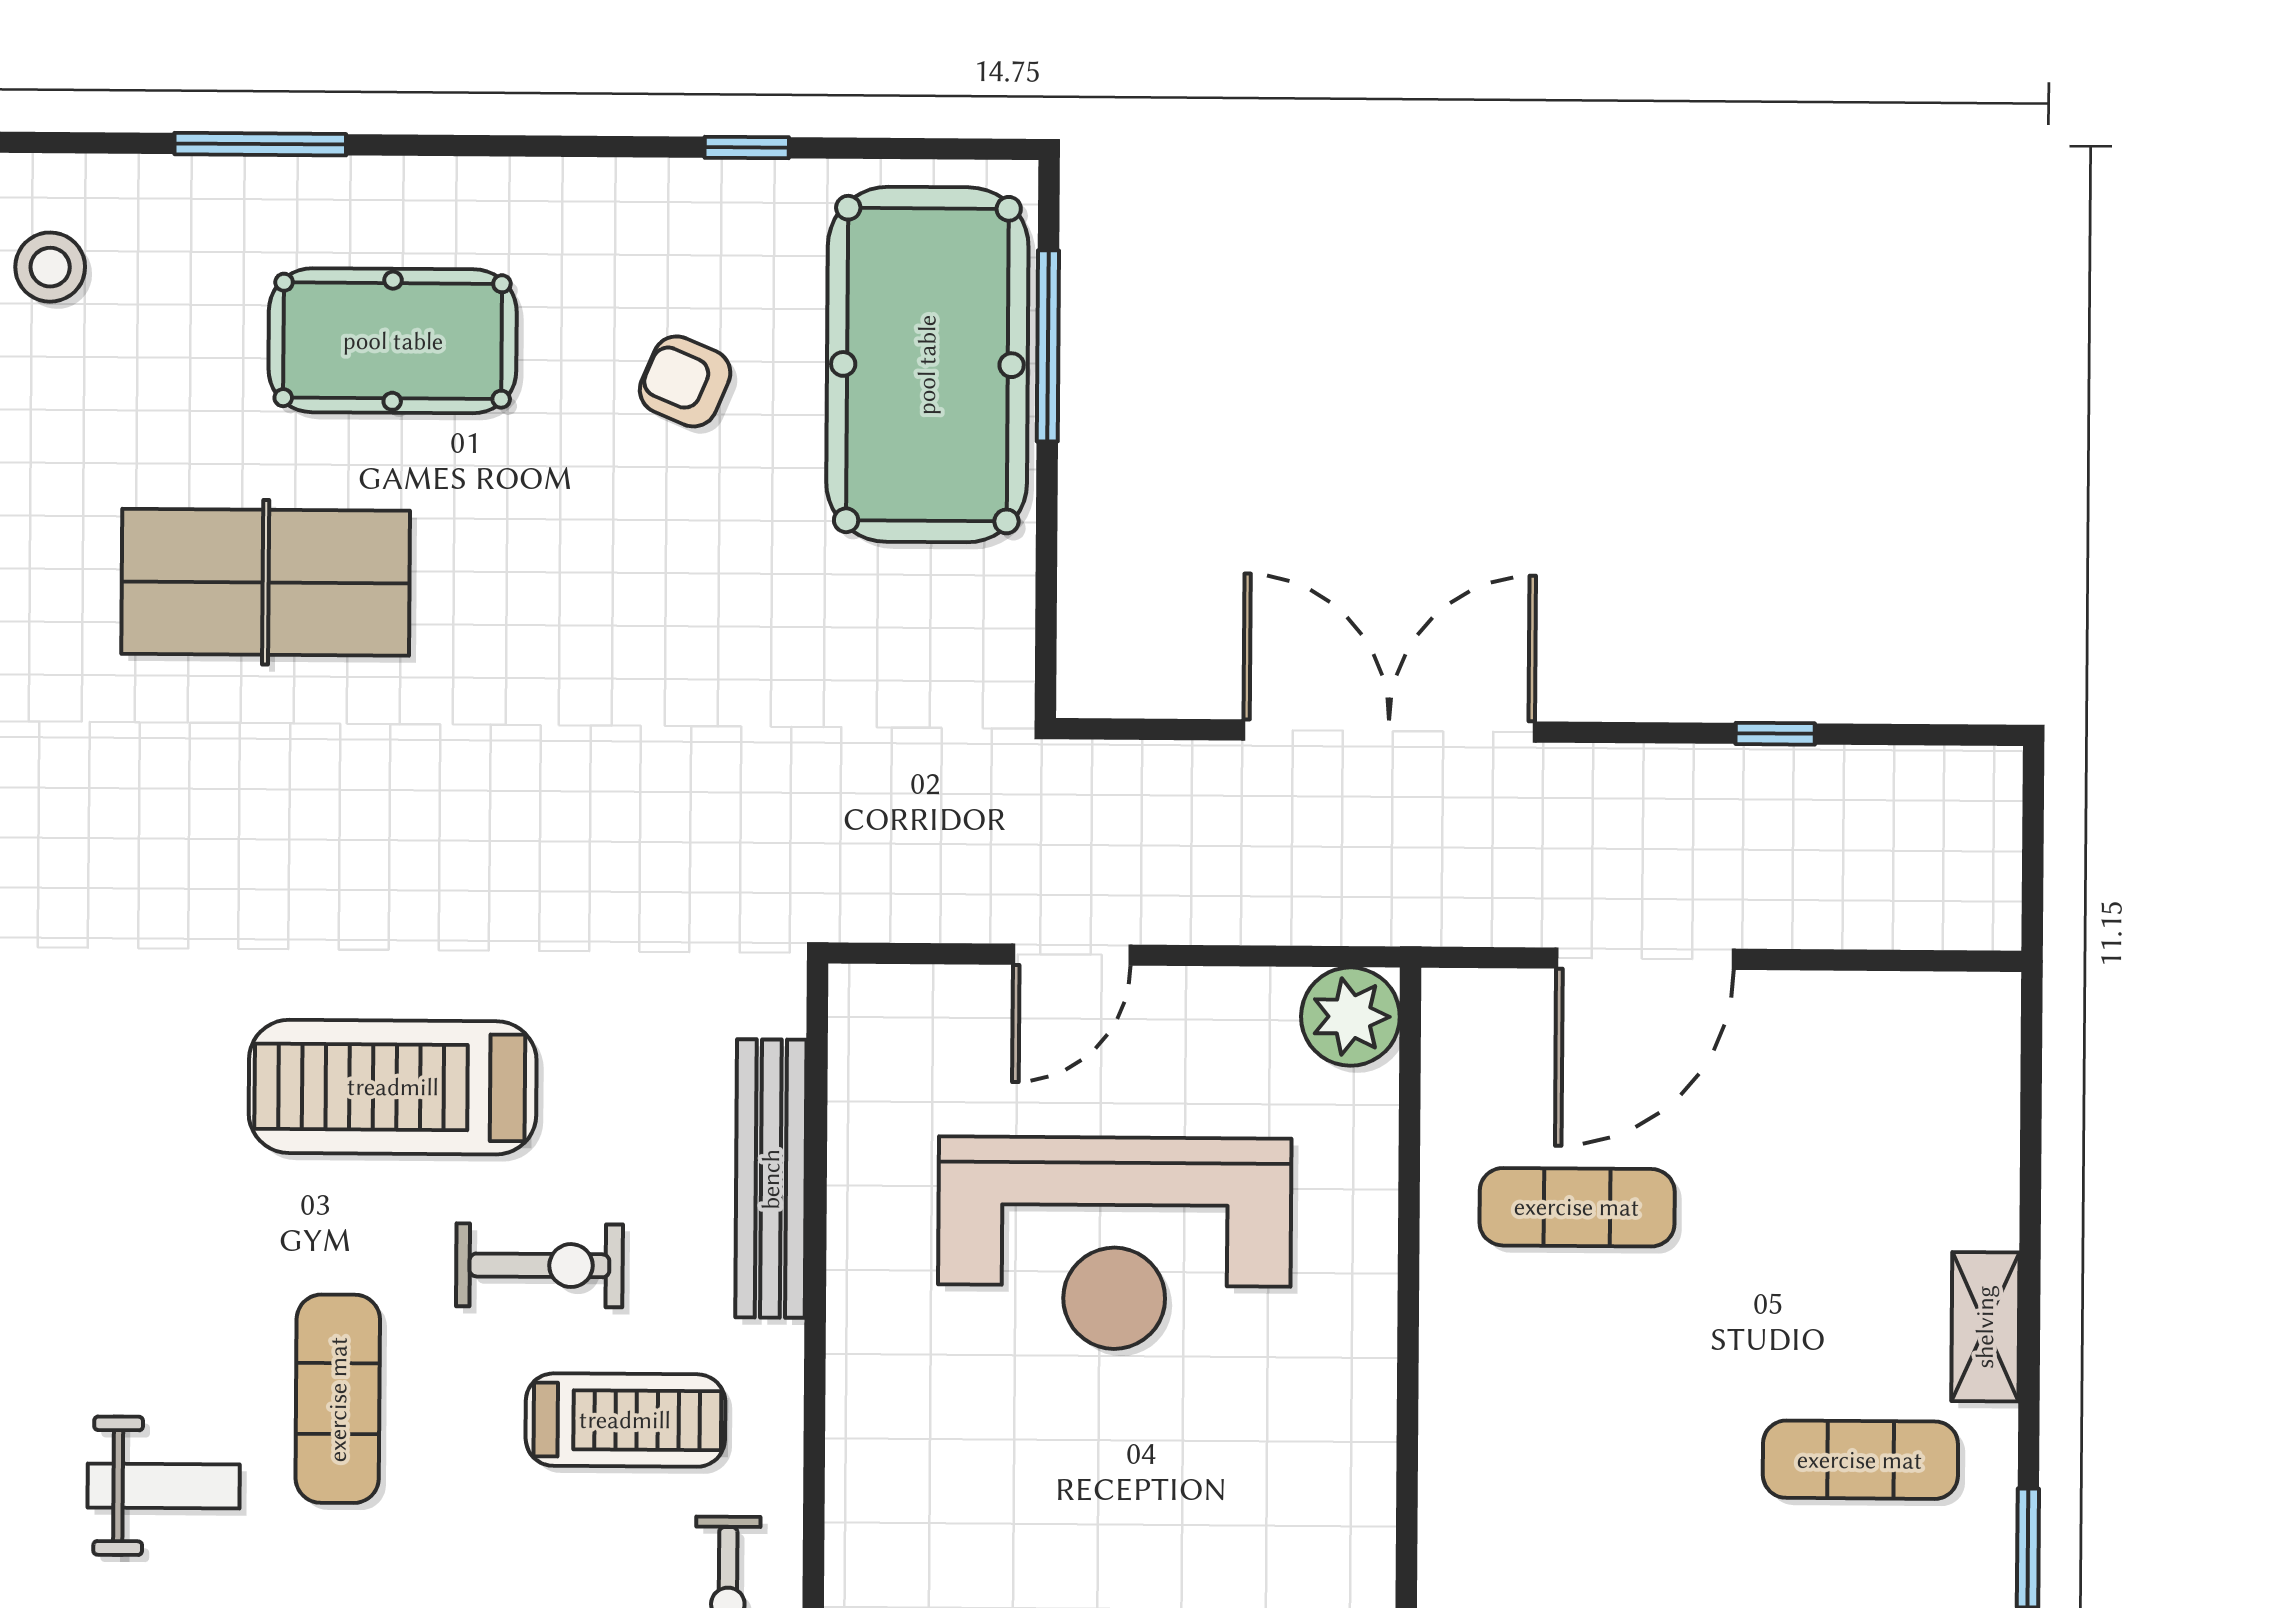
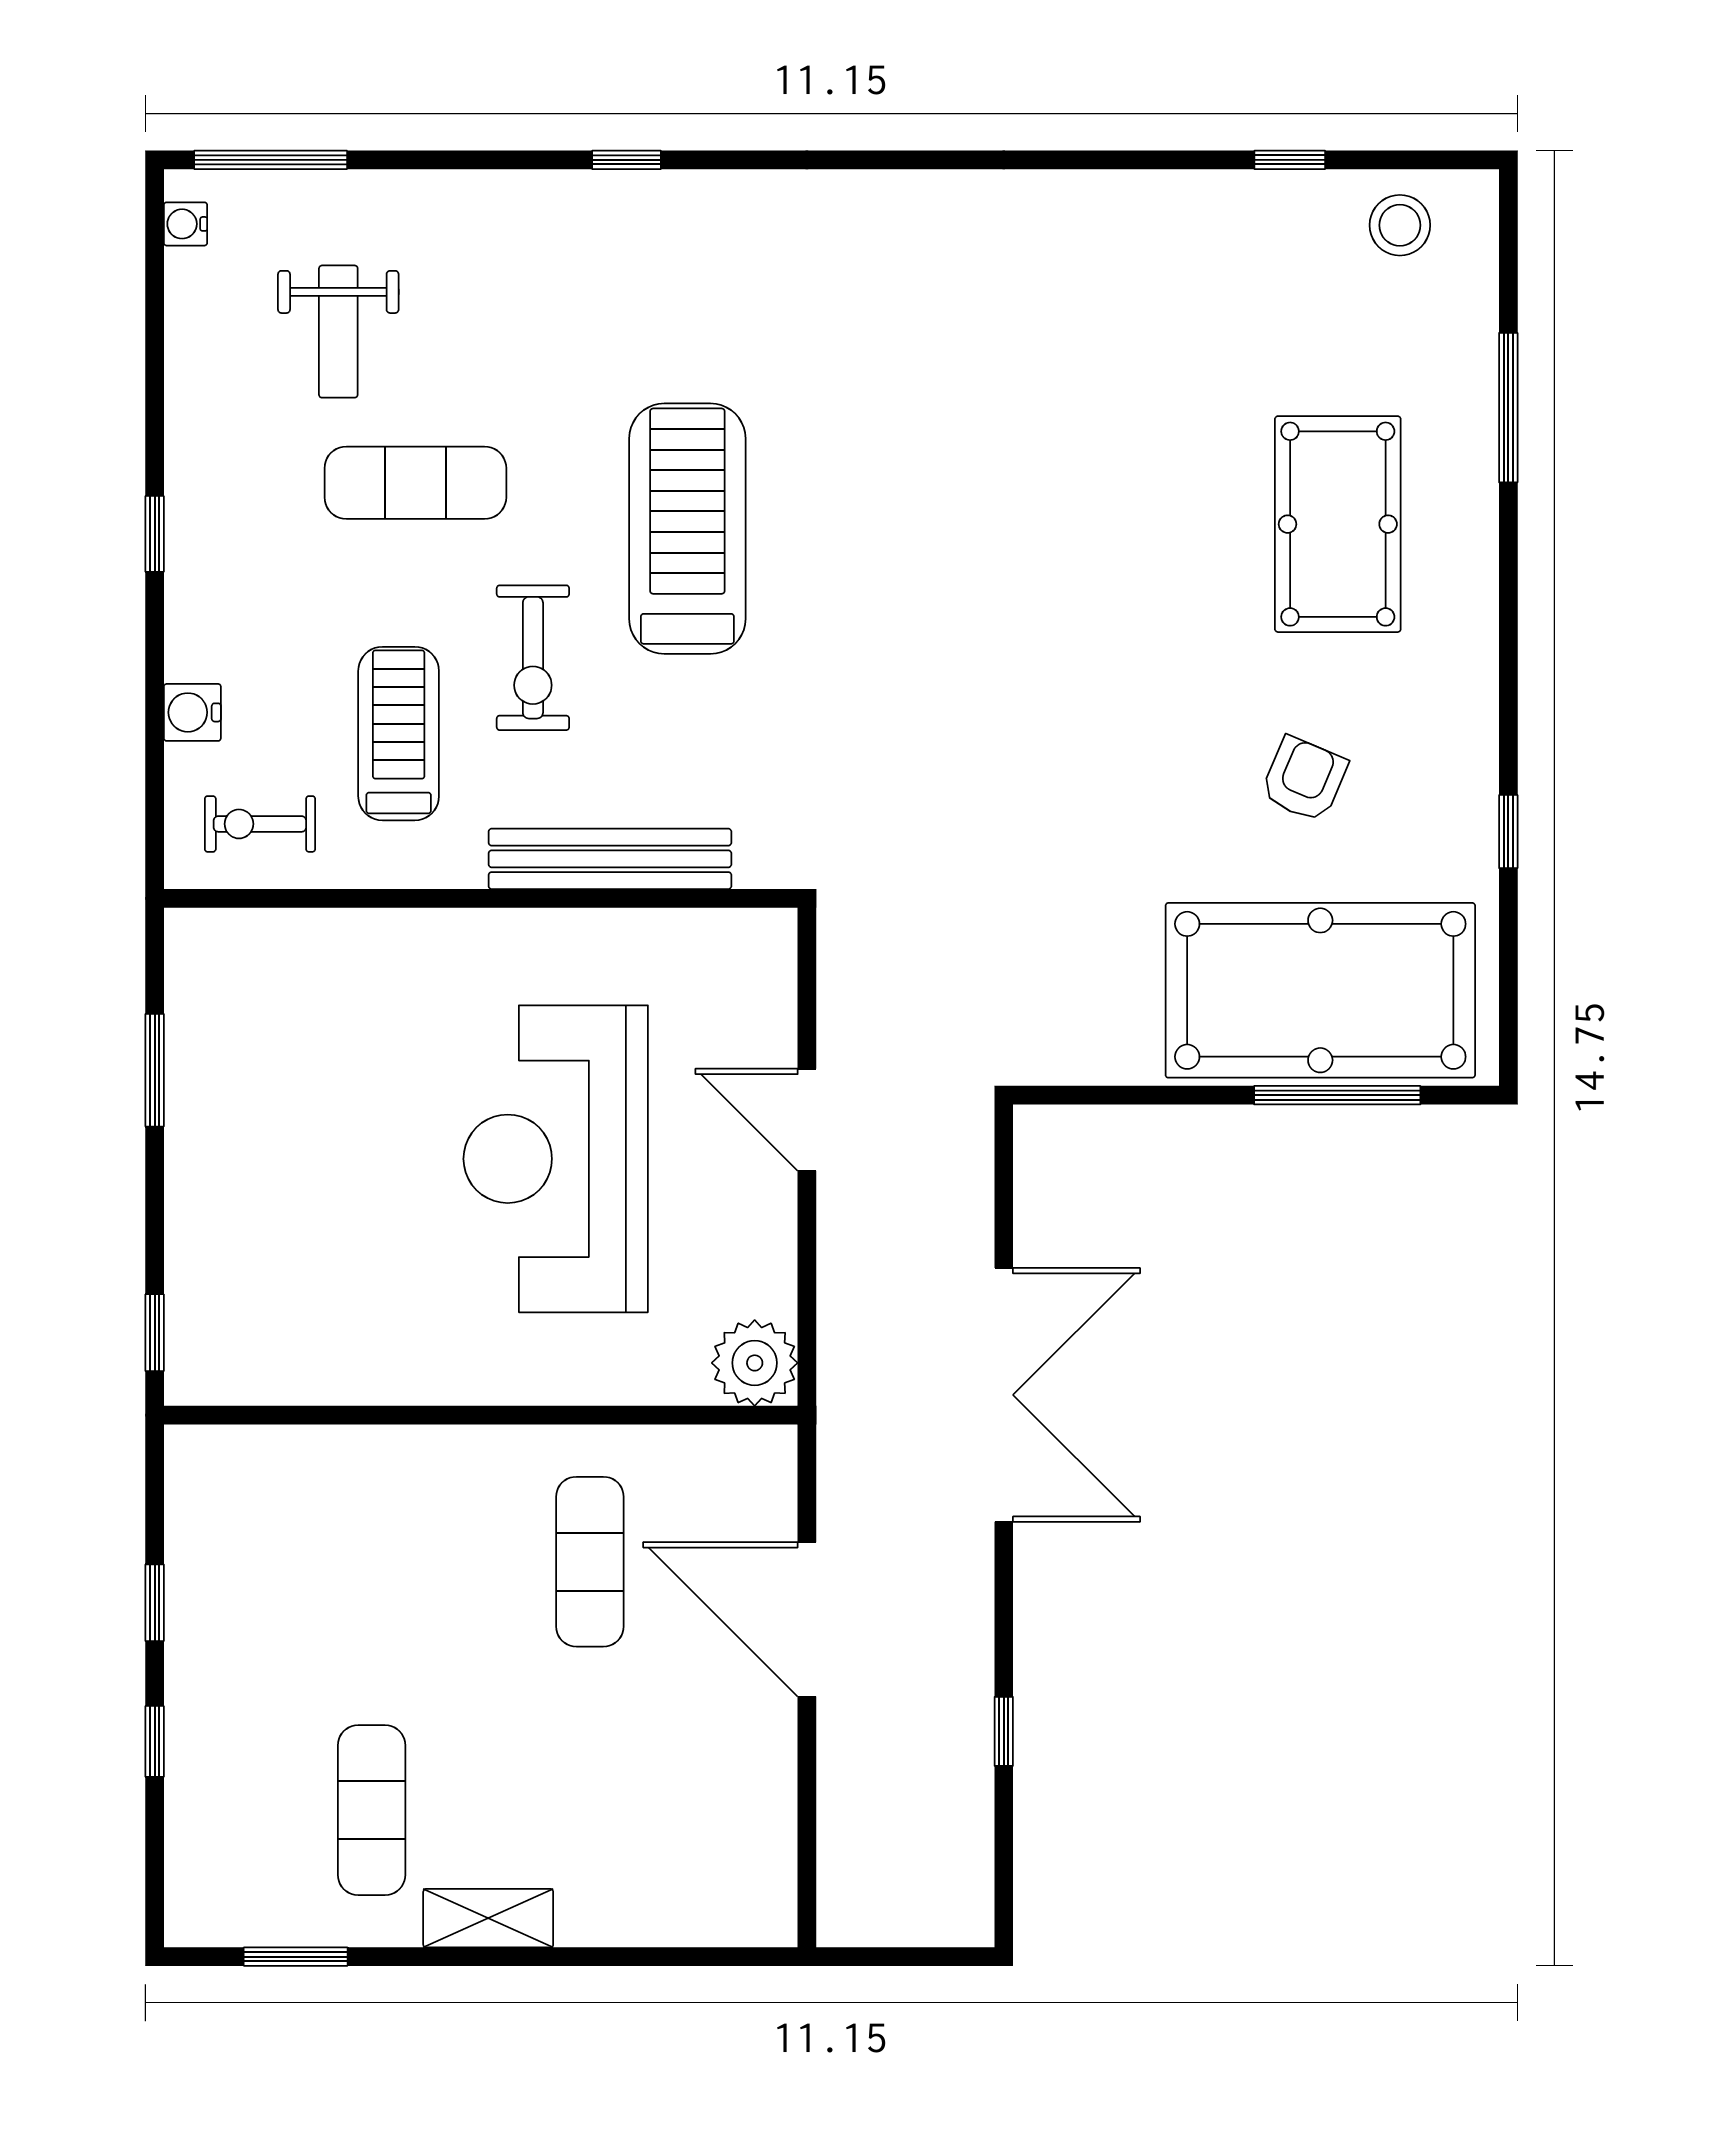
table tennis table: (266, 582) -> (1127, 415), removed
treadmill: (625, 1420) -> (399, 734), turned 180

